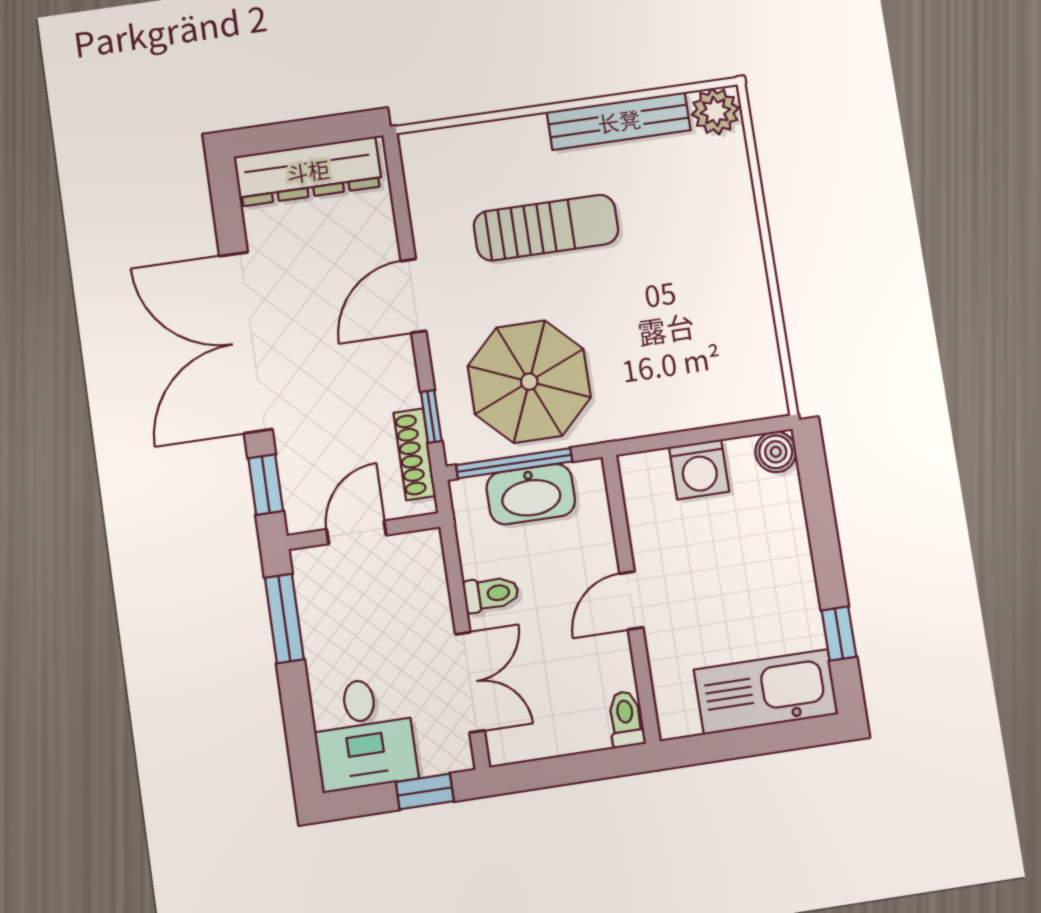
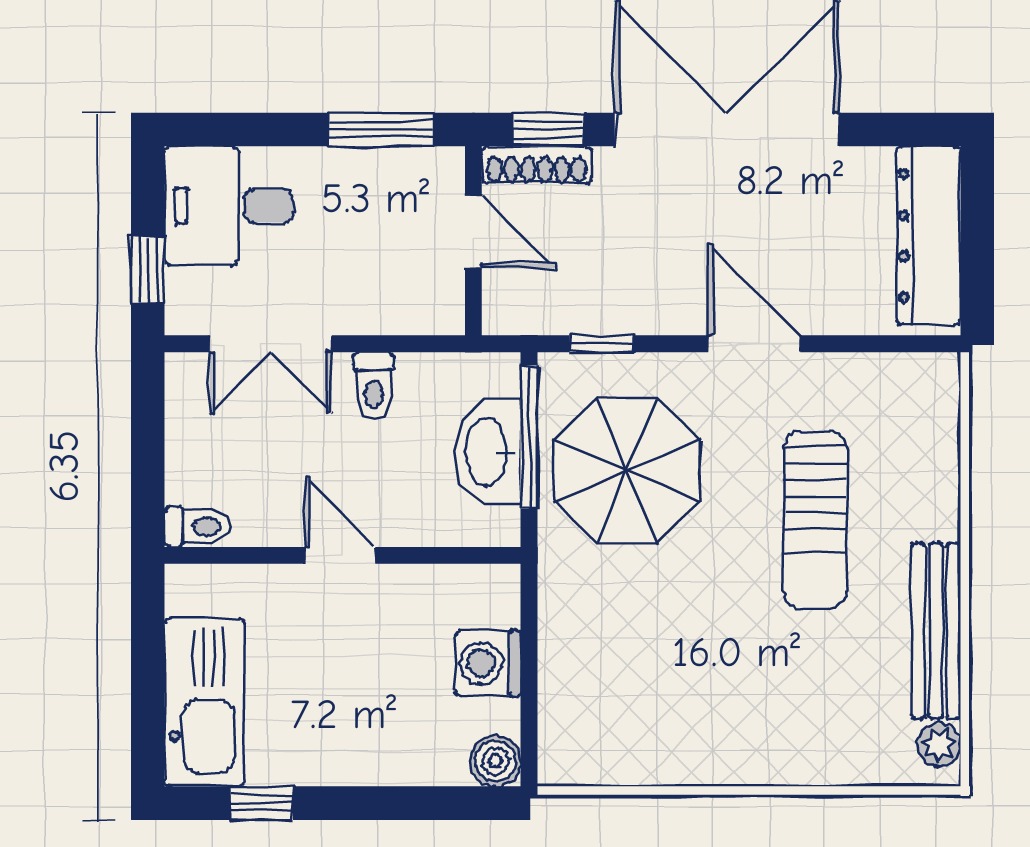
plant: (715, 111) -> (939, 745), width x0.73, depth x0.73
shoe rack: (415, 454) -> (537, 165), moved, turned 180

